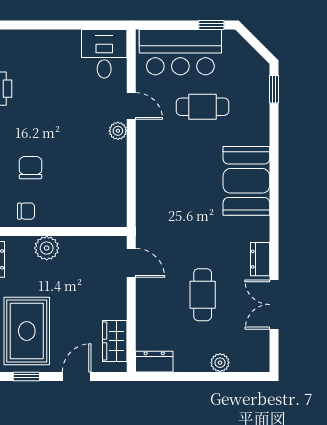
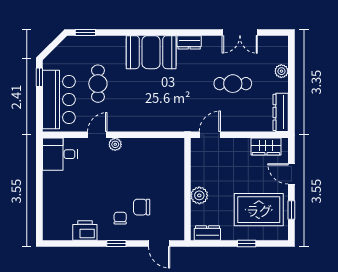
chair: (26, 211) -> (120, 218), moved
dresser: (260, 259) -> (189, 42), moved
dresser: (154, 362) -> (281, 112), width x1.44

